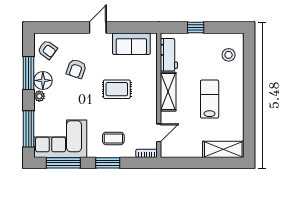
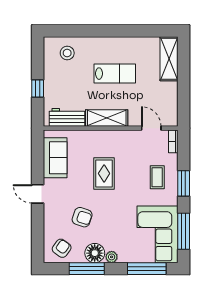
lab bench: (210, 99) -> (115, 74), turned 180

